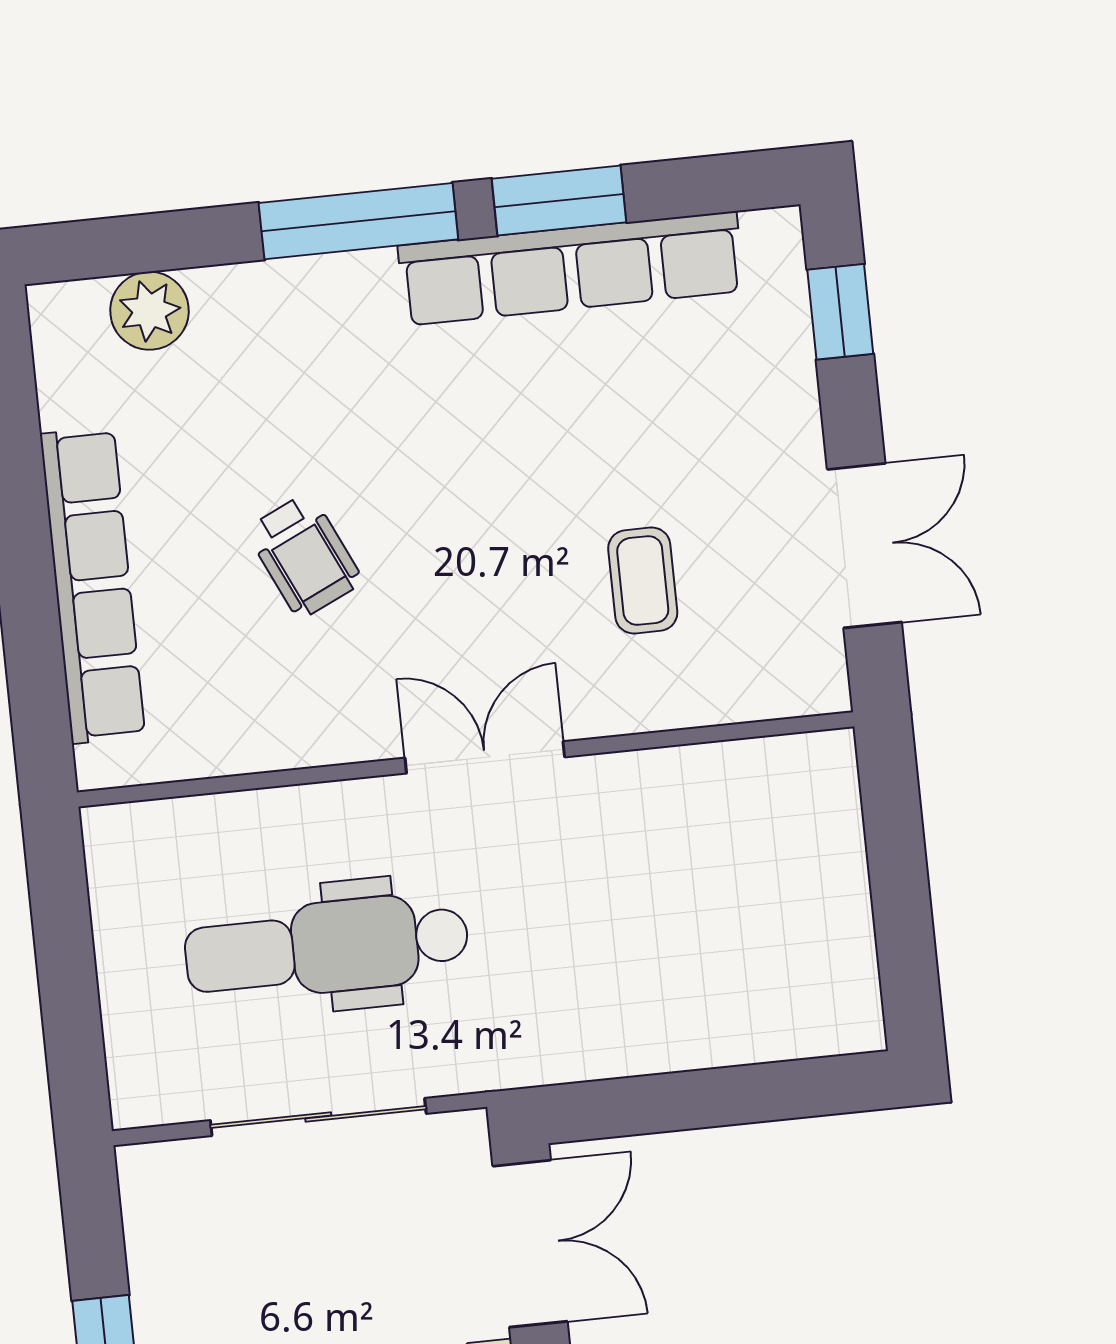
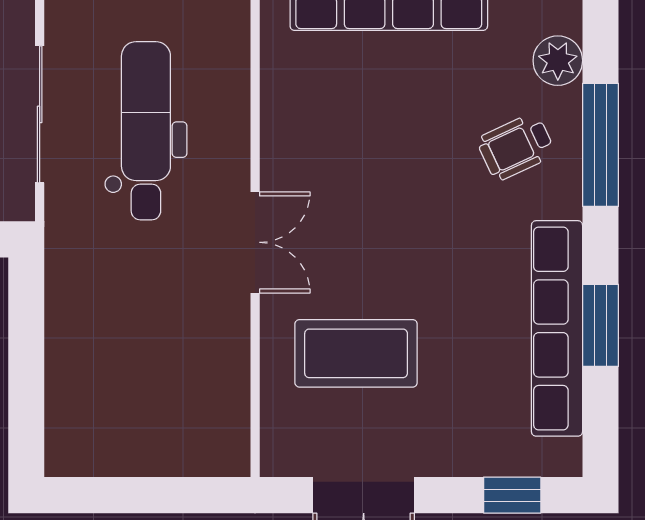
window: (358, 221) -> (600, 145), moved
wheelchair: (304, 556) -> (516, 147), moved
coffee table: (643, 581) -> (356, 353), width x1.86, depth x1.72

